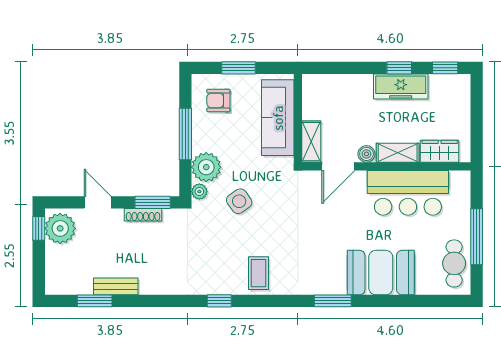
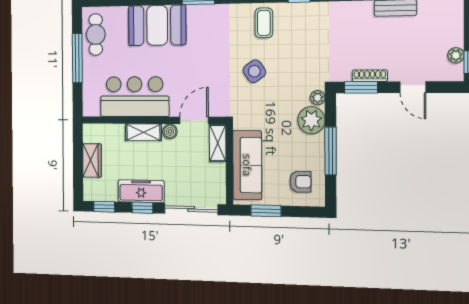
window: (238, 68) -> (266, 211), moved
sliding door: (342, 68) -> (191, 209), added
wardrobe: (440, 151) -> (92, 160), moved, turned -90
side table: (239, 201) -> (254, 71), moved
plant: (60, 228) -> (456, 55), width x0.53, depth x0.53

